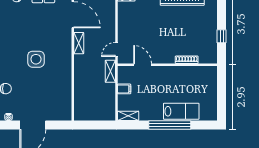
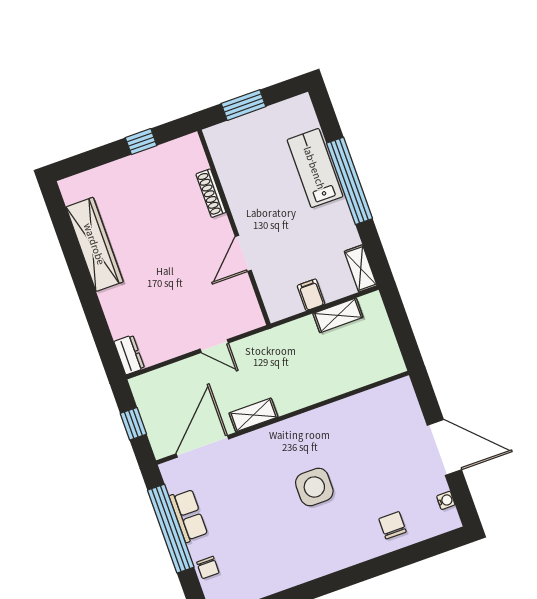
door: (116, 49) -> (214, 346), moved
door: (143, 65) -> (243, 253), moved
shelving: (110, 71) -> (338, 315), moved
window: (222, 89) -> (243, 105), added

